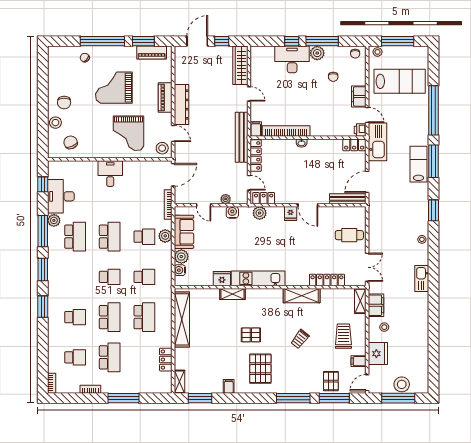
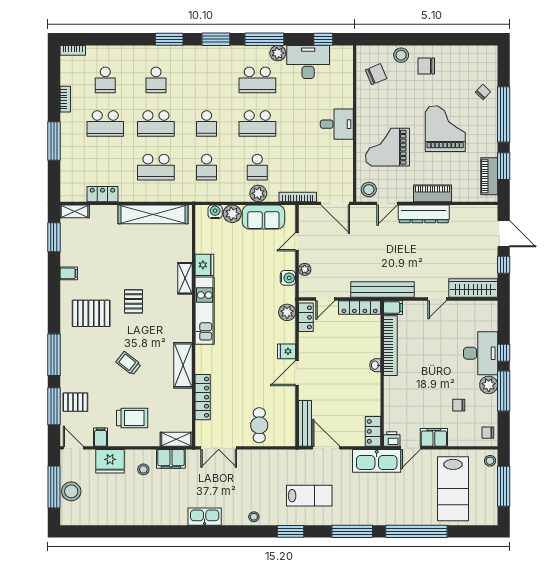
lab bench: (418, 164) -> (309, 496), moved

